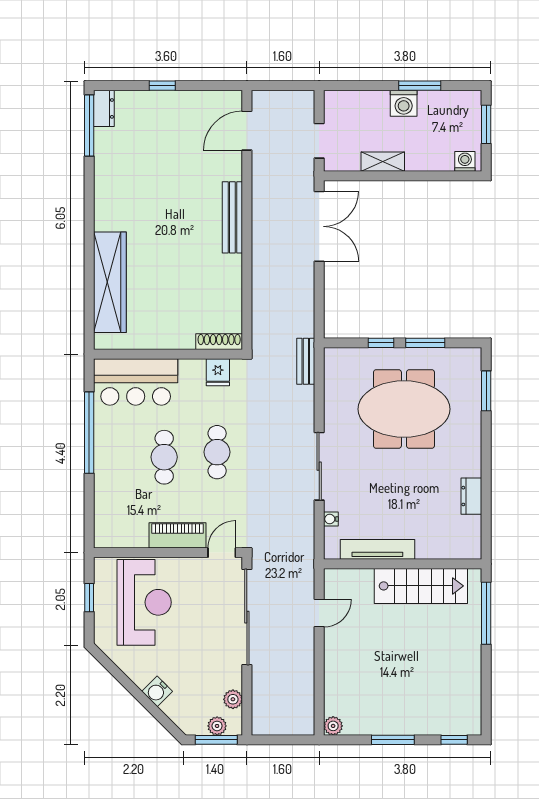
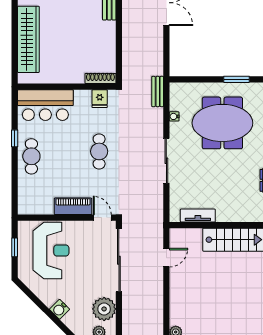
window: (381, 343) -> (207, 79), removed
window: (89, 433) -> (15, 138), width x0.32
cafe table: (164, 457) -> (31, 156), moved
water cooler: (331, 519) -> (174, 116), moved
tv unit: (377, 549) -> (198, 216), width x0.71
door: (222, 553) -> (102, 218), hinge flipped
plant: (233, 699) -> (104, 309), width x1.88, depth x1.88

